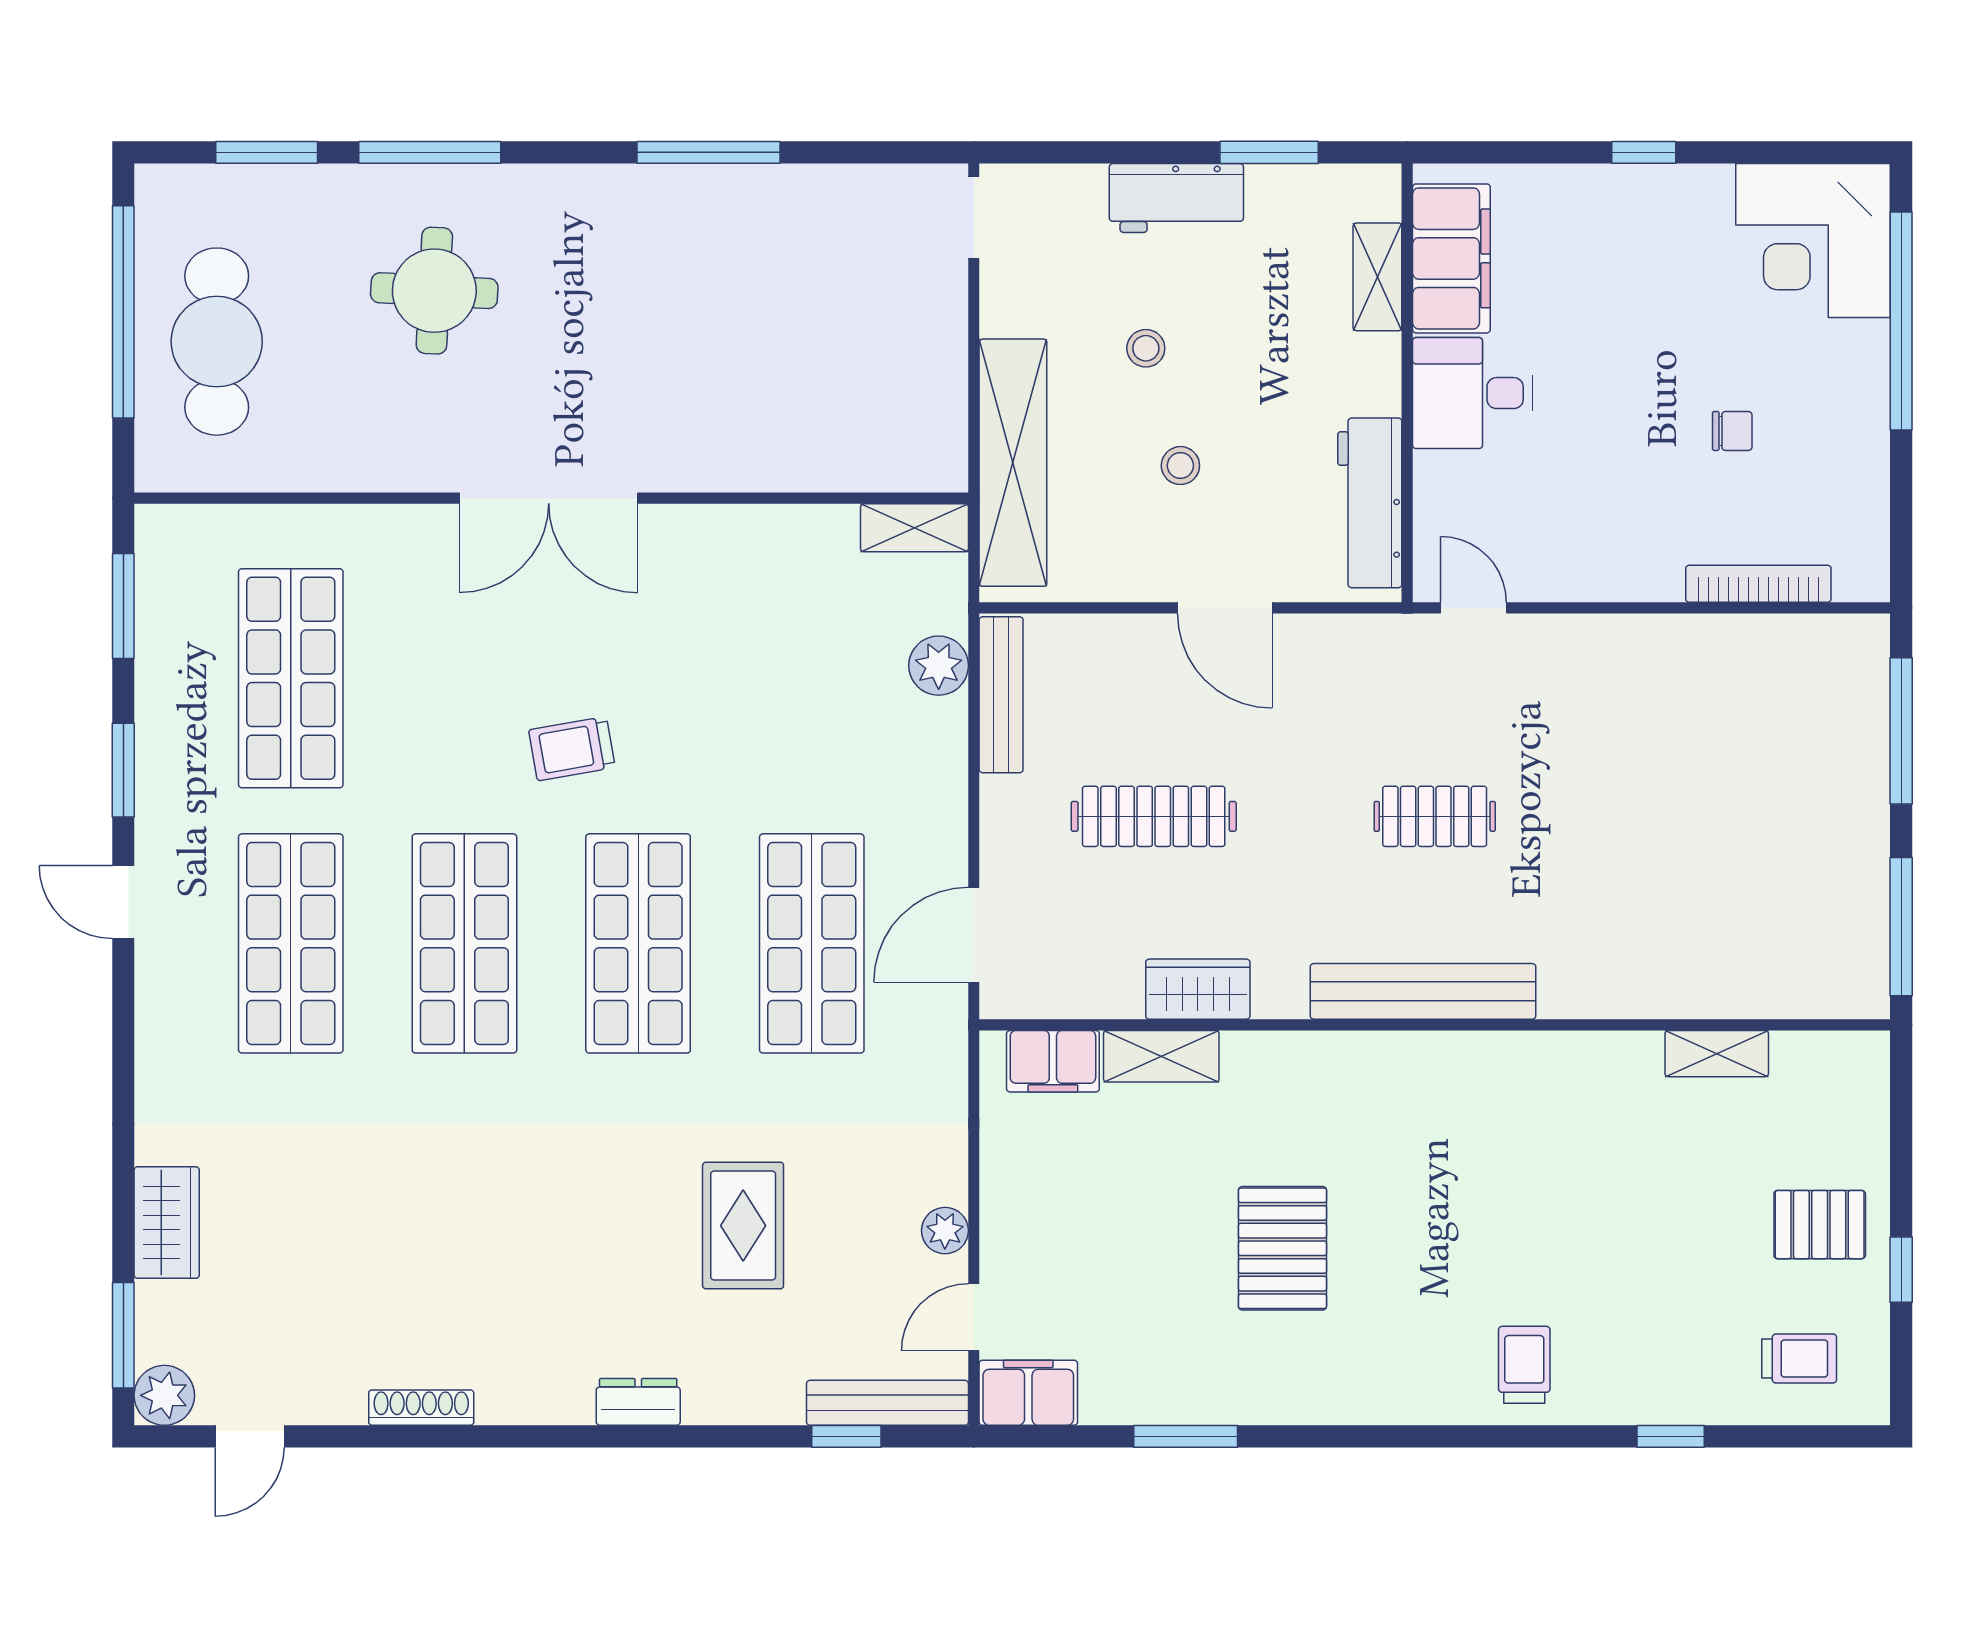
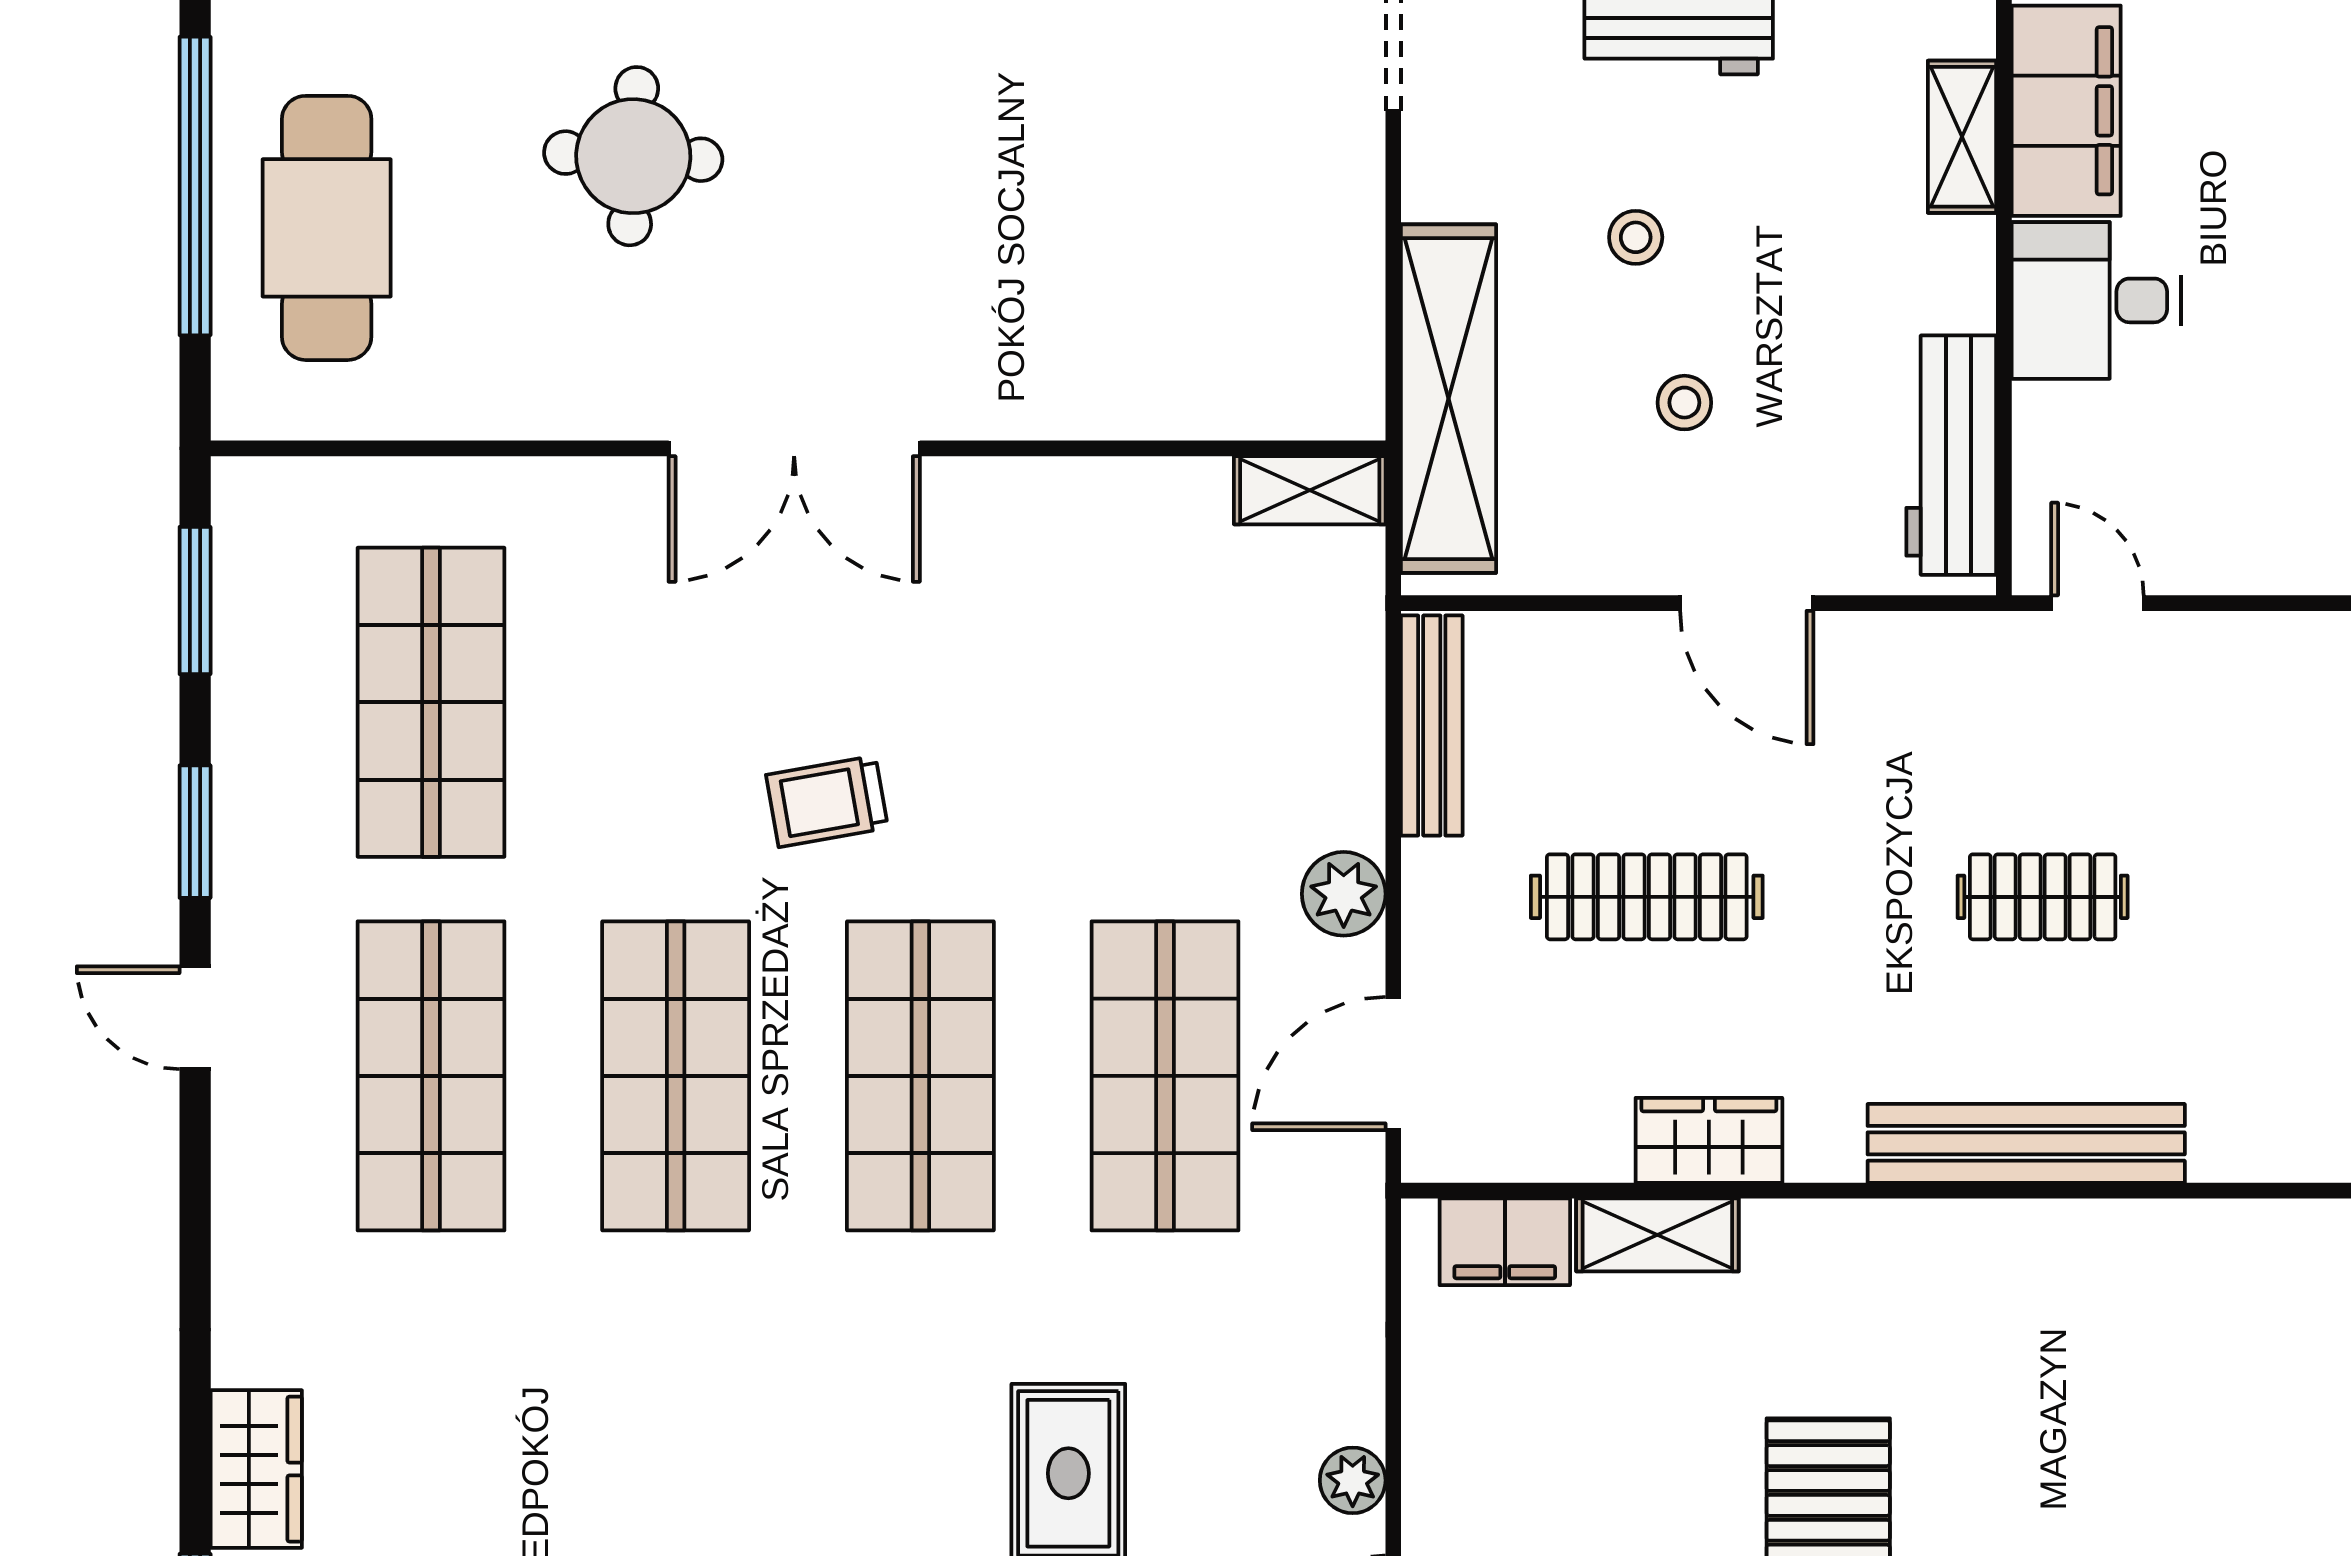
plant: (939, 666) -> (1344, 894), moved

